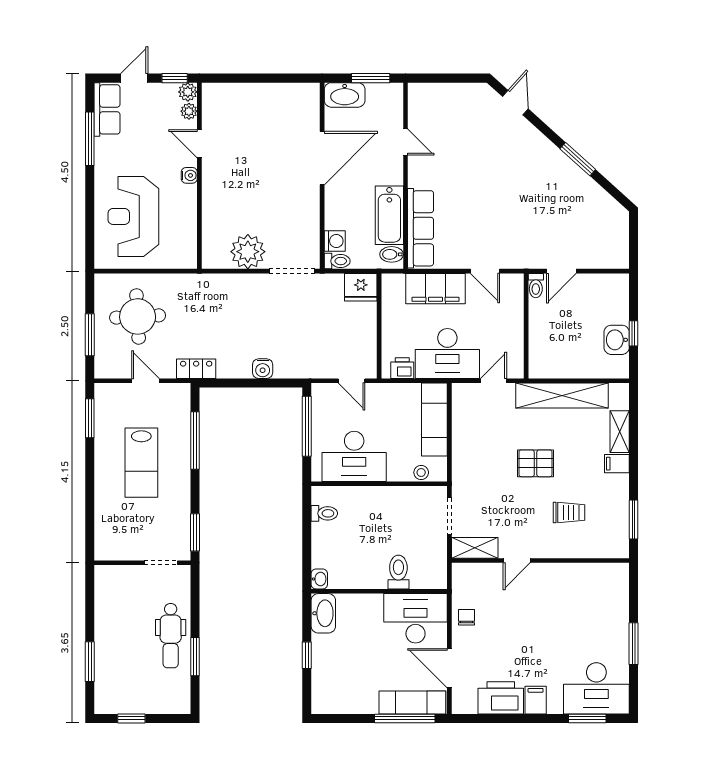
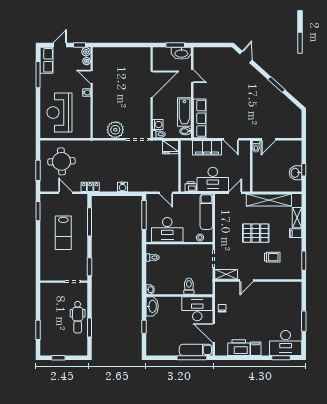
washbasin: (345, 95) -> (181, 53), moved
pallet: (535, 463) -> (256, 233), width x1.50, depth x1.42

